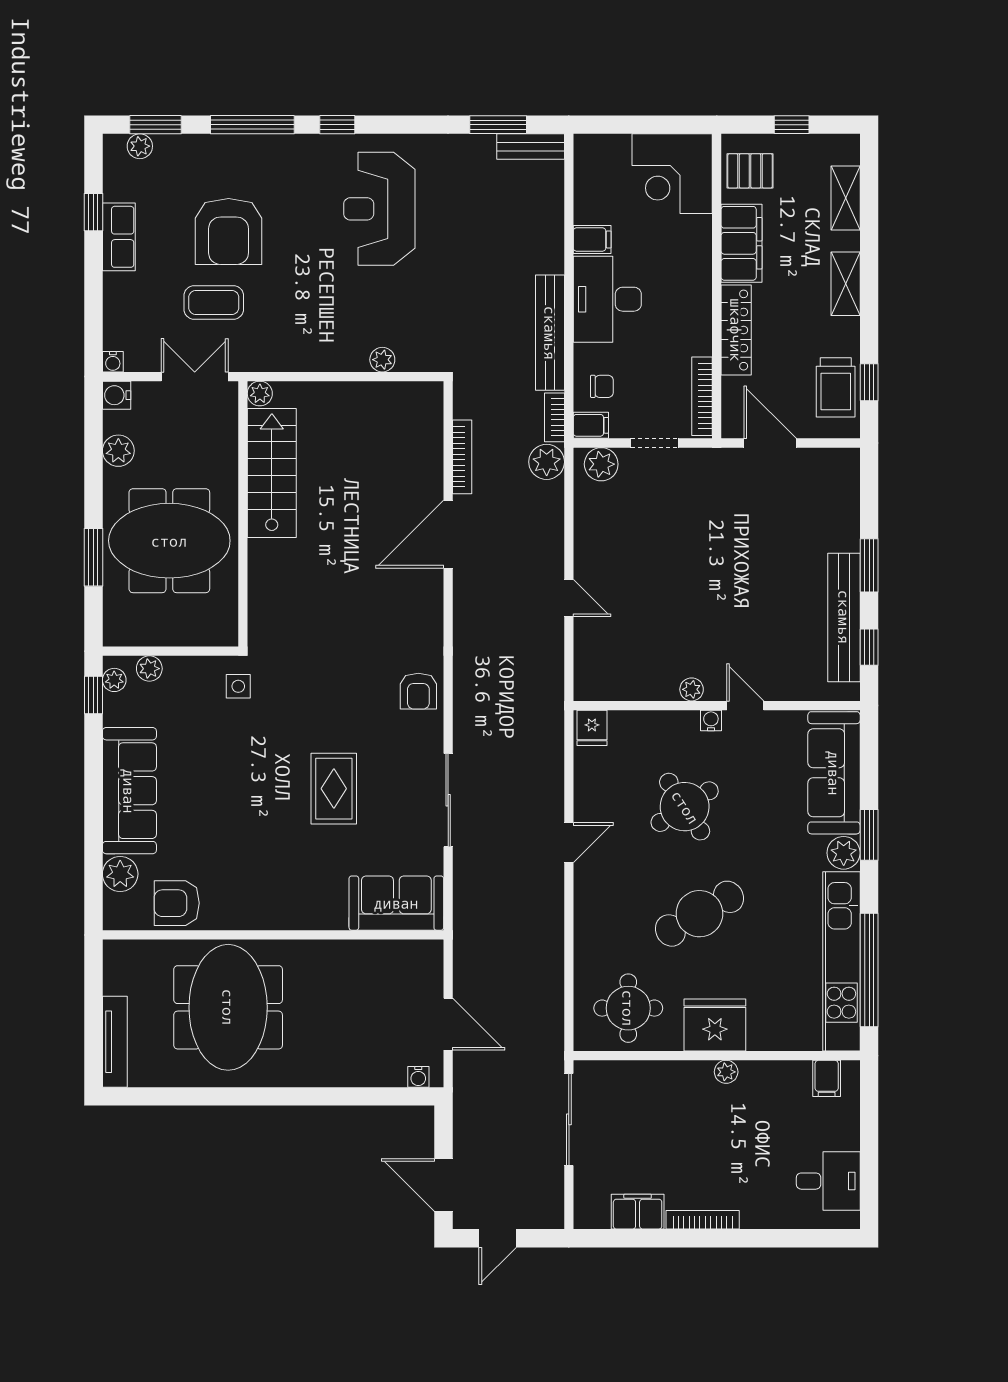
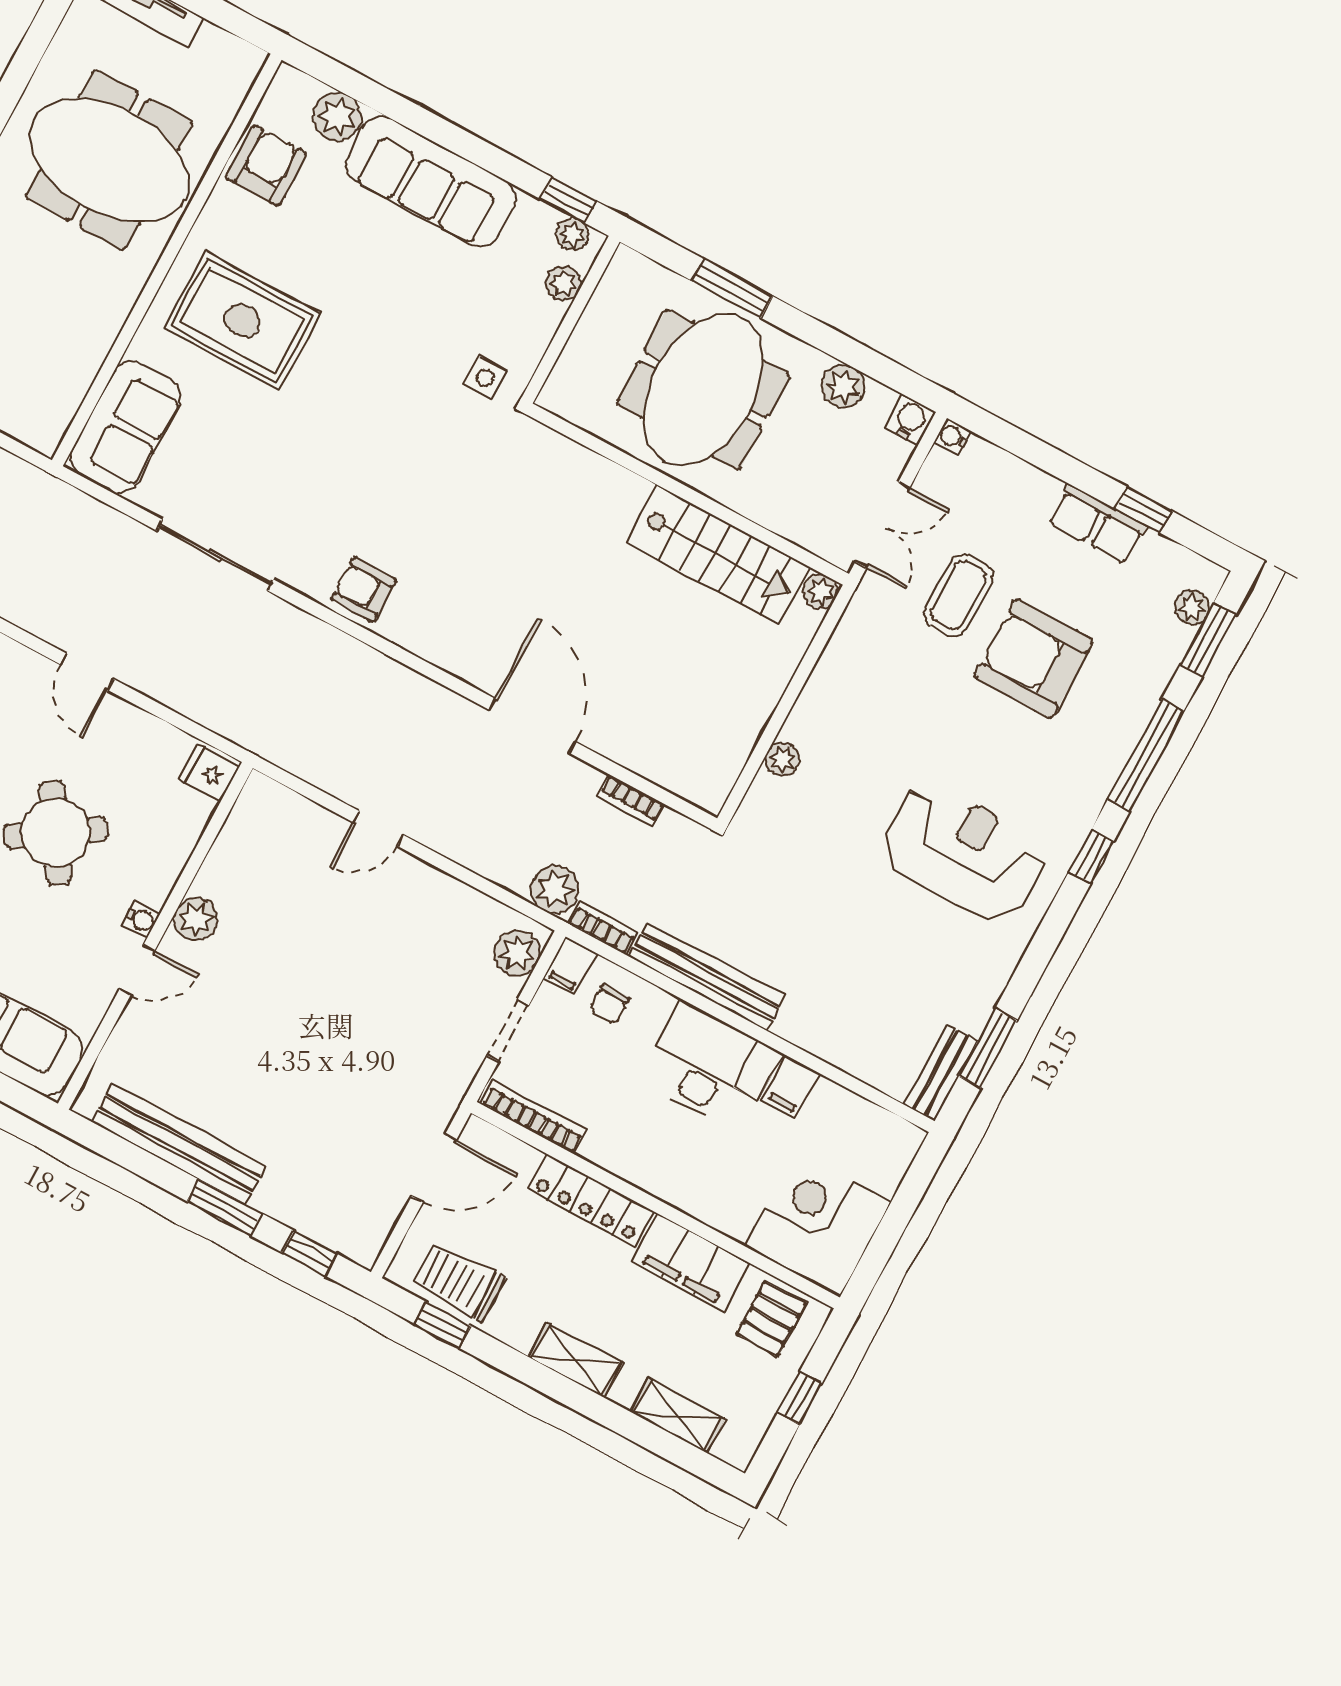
bookcase: (462, 457) -> (631, 801), width x0.64
window: (869, 647) -> (310, 1253), moved
plant: (692, 689) -> (196, 919), width x1.38, depth x1.38
rug: (334, 789) -> (242, 321), moved, width x1.36, depth x1.43

